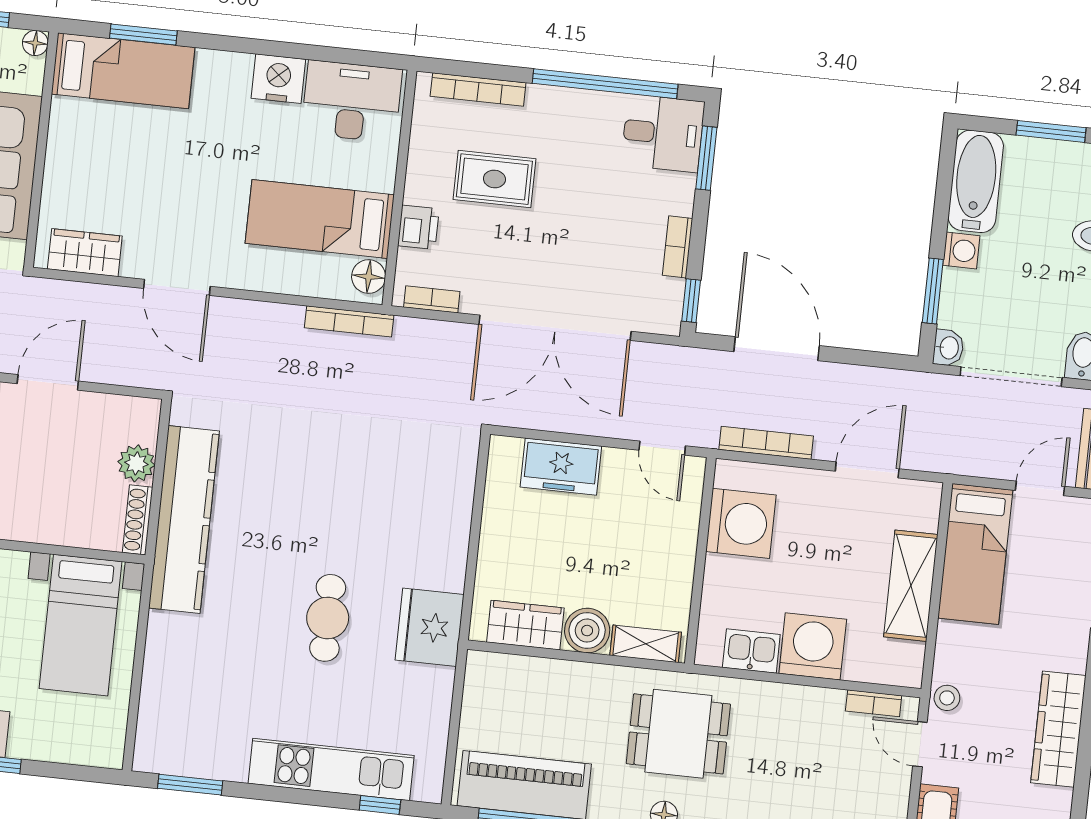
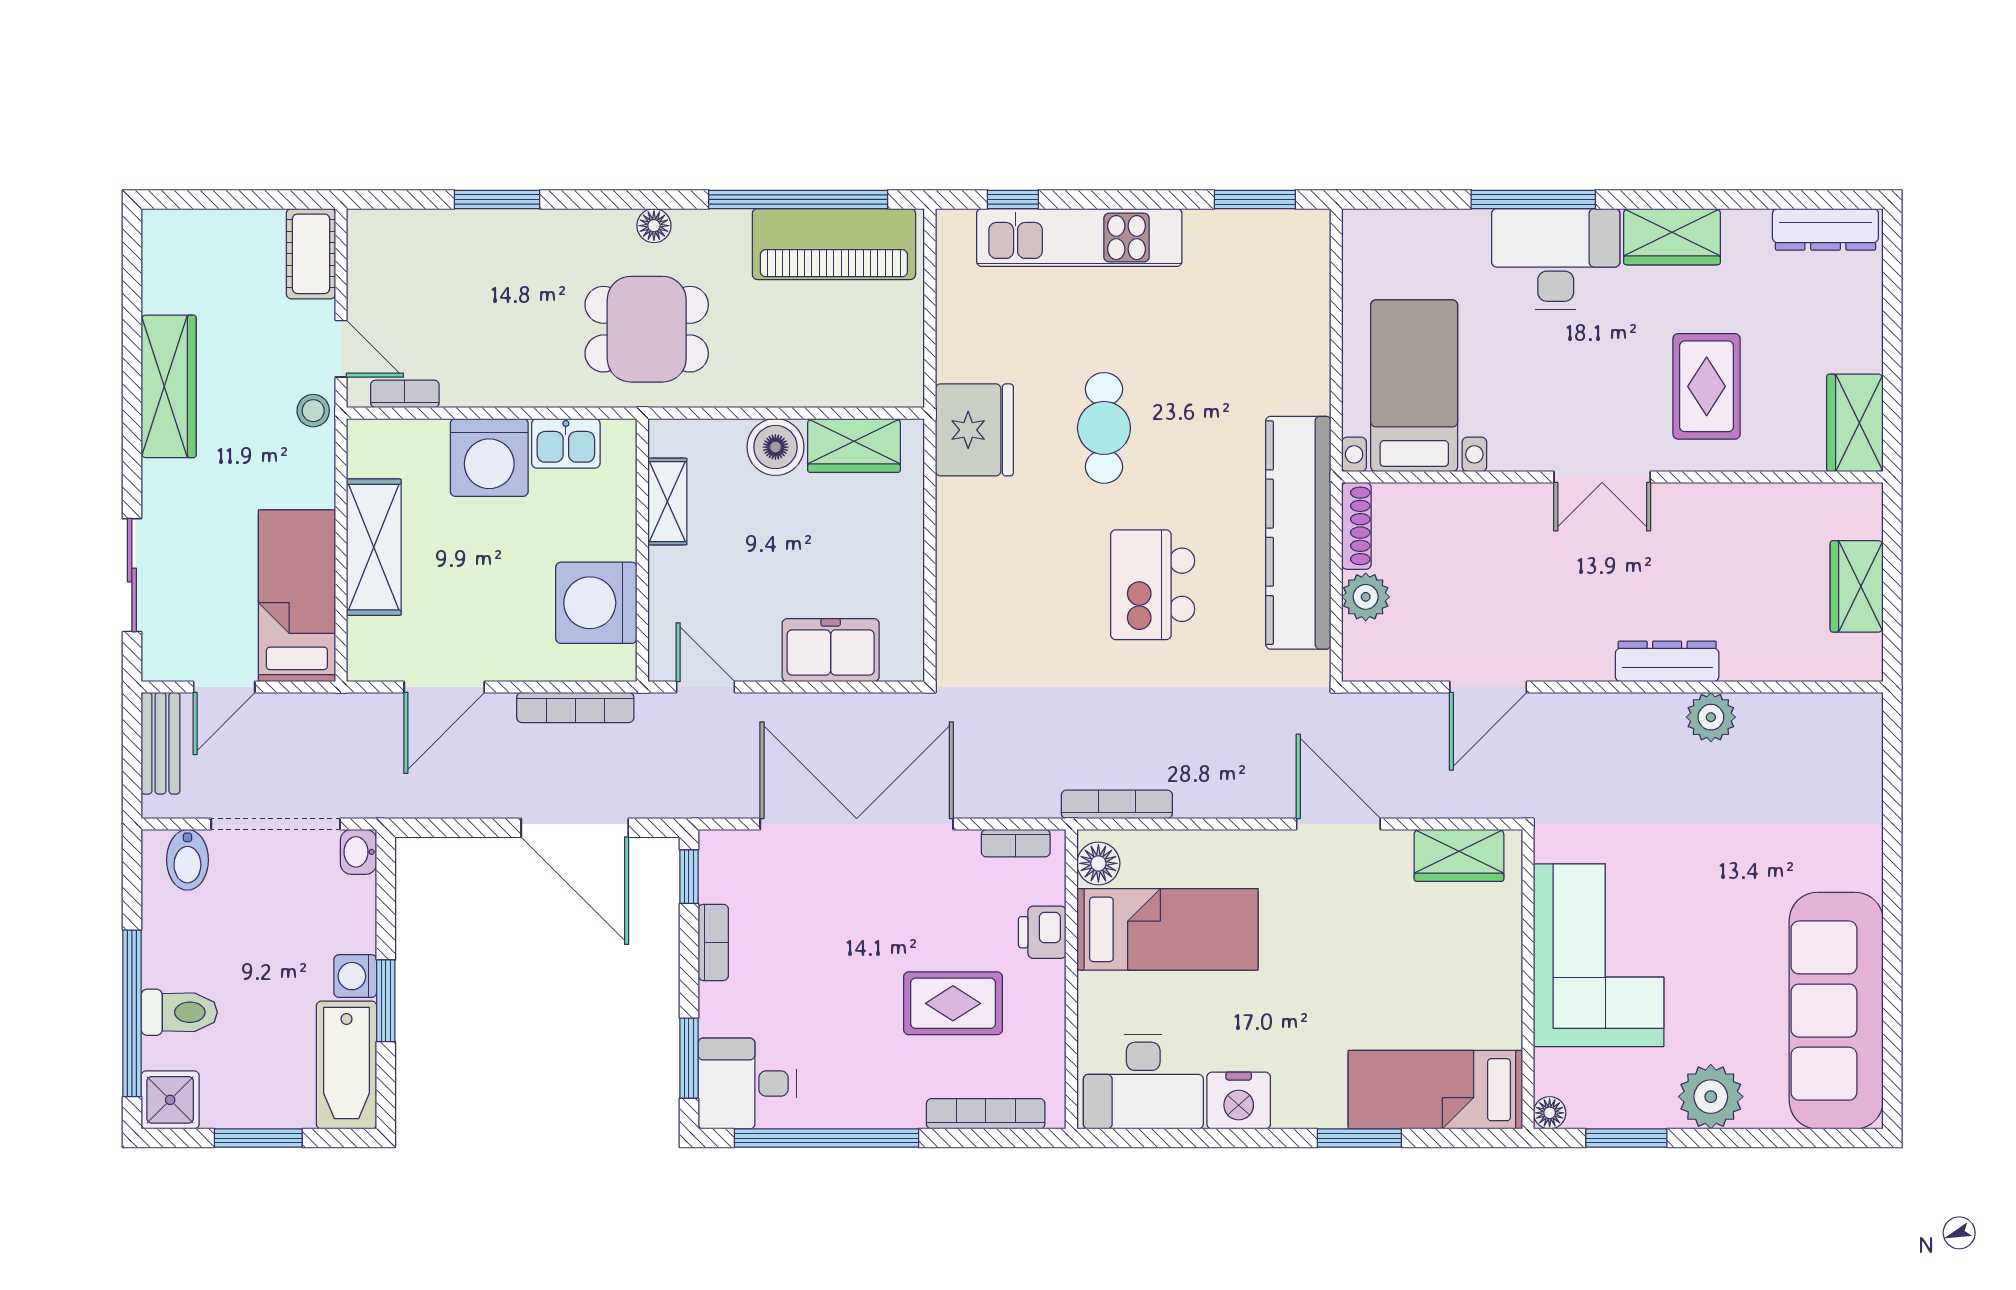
window: (143, 34) -> (1359, 1138), moved
window: (933, 291) -> (386, 1001), moved
kitchen island: (303, 491) -> (1153, 585), added
shelving: (646, 644) -> (667, 502), moved, turned 90

